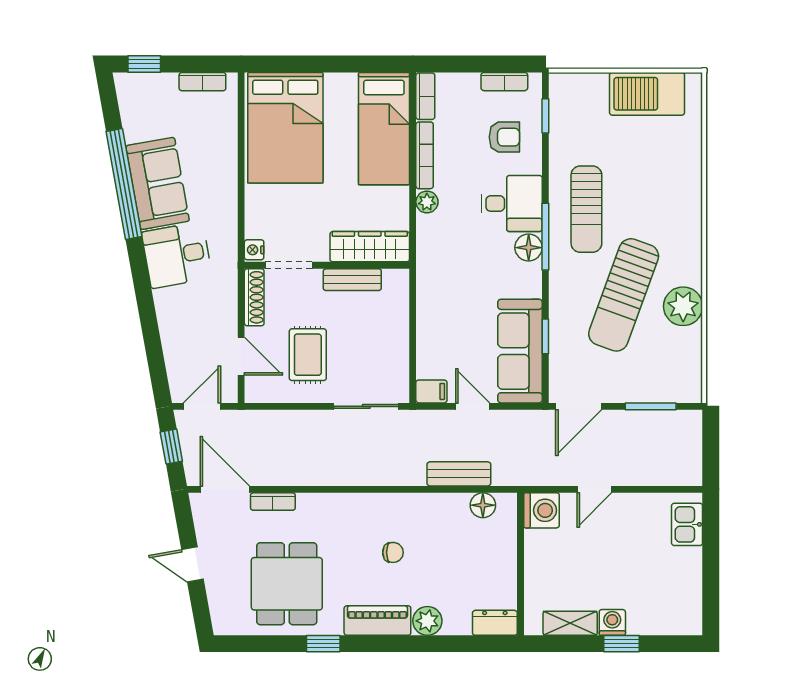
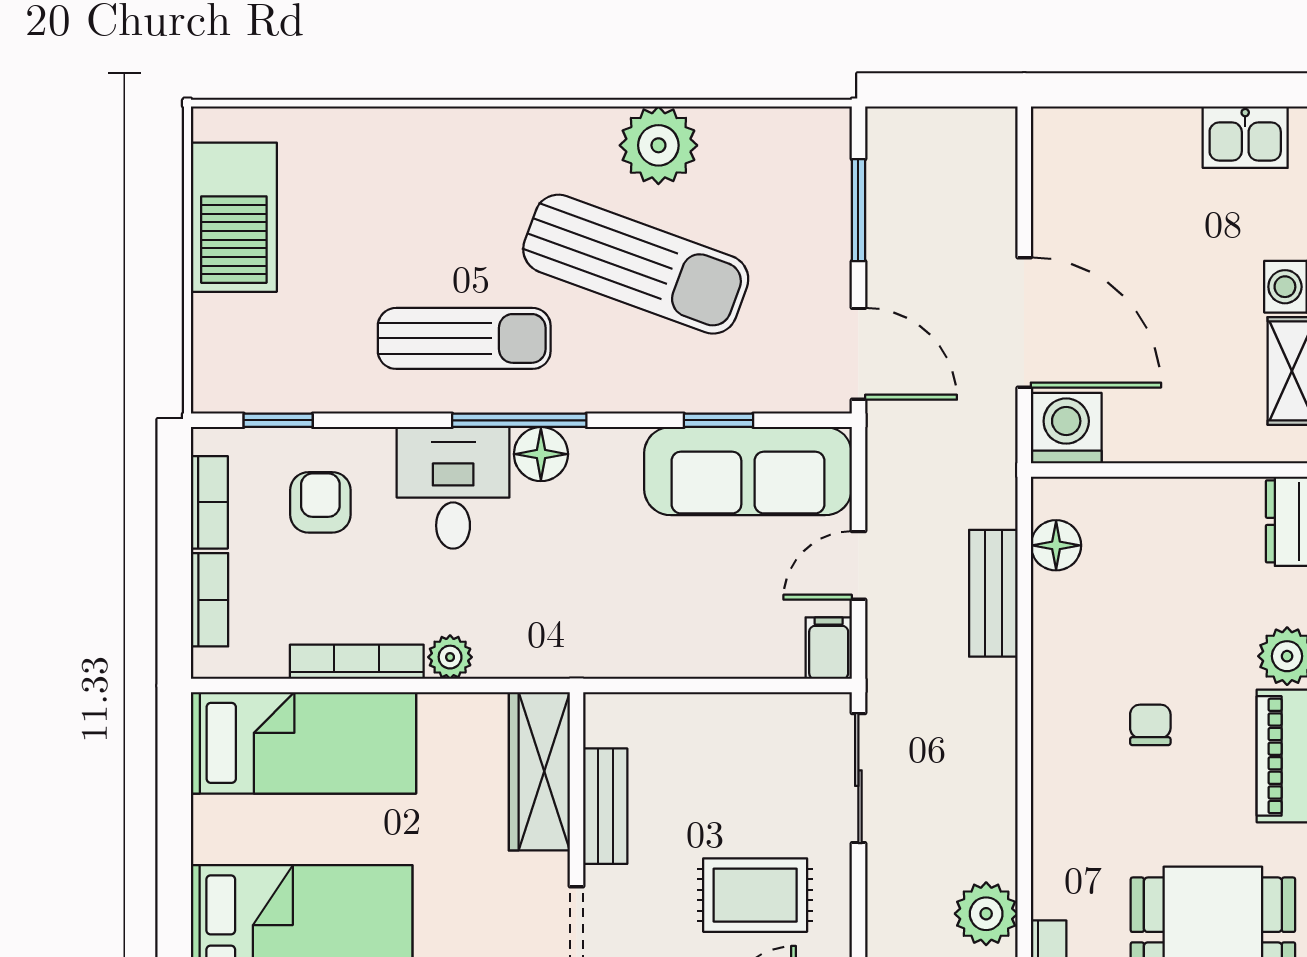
bookcase: (425, 96) -> (209, 600), moved, turned 90
plant: (299, 470) -> (986, 914), added
door: (594, 489) -> (1024, 322), width x1.88
kitchen sink: (687, 524) -> (1245, 137), moved

